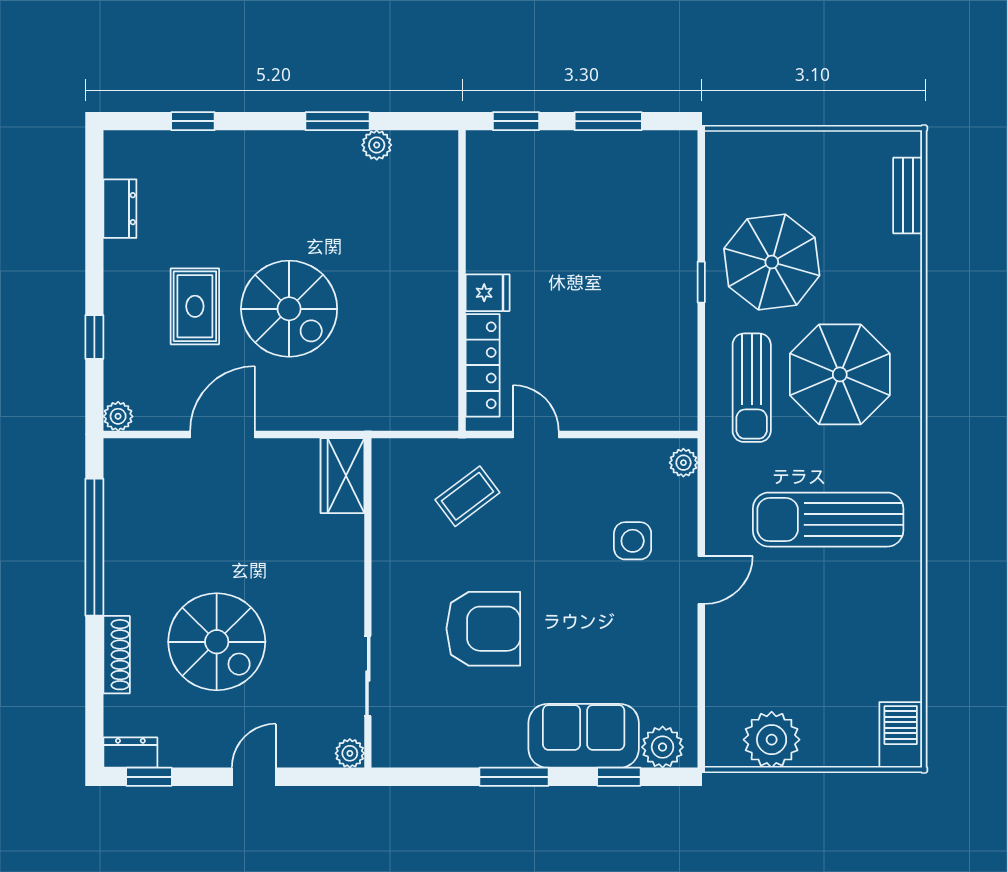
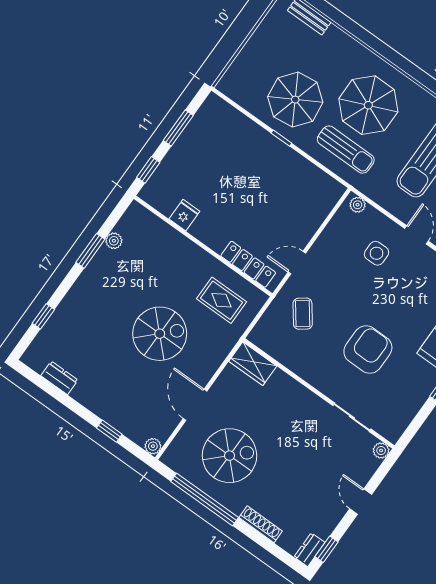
fridge: (488, 293) -> (184, 215), moved
rug: (195, 306) -> (221, 300), moved
spiral stairs: (217, 642) -> (229, 456), moved

